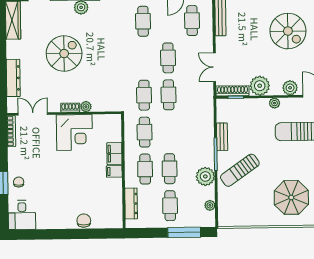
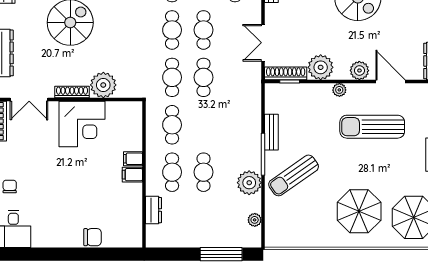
plant: (86, 107) -> (103, 85), width x1.87, depth x1.87
shoe rack: (70, 108) -> (72, 92), width x1.43
double door: (33, 114) -> (29, 99), swing flipped
filing cabinet: (114, 154) -> (133, 159), width x0.50
dresser: (131, 204) -> (154, 210), width x0.70
cafe table: (170, 206) -> (172, 30), moved
chair: (84, 221) -> (92, 237), turned 90

